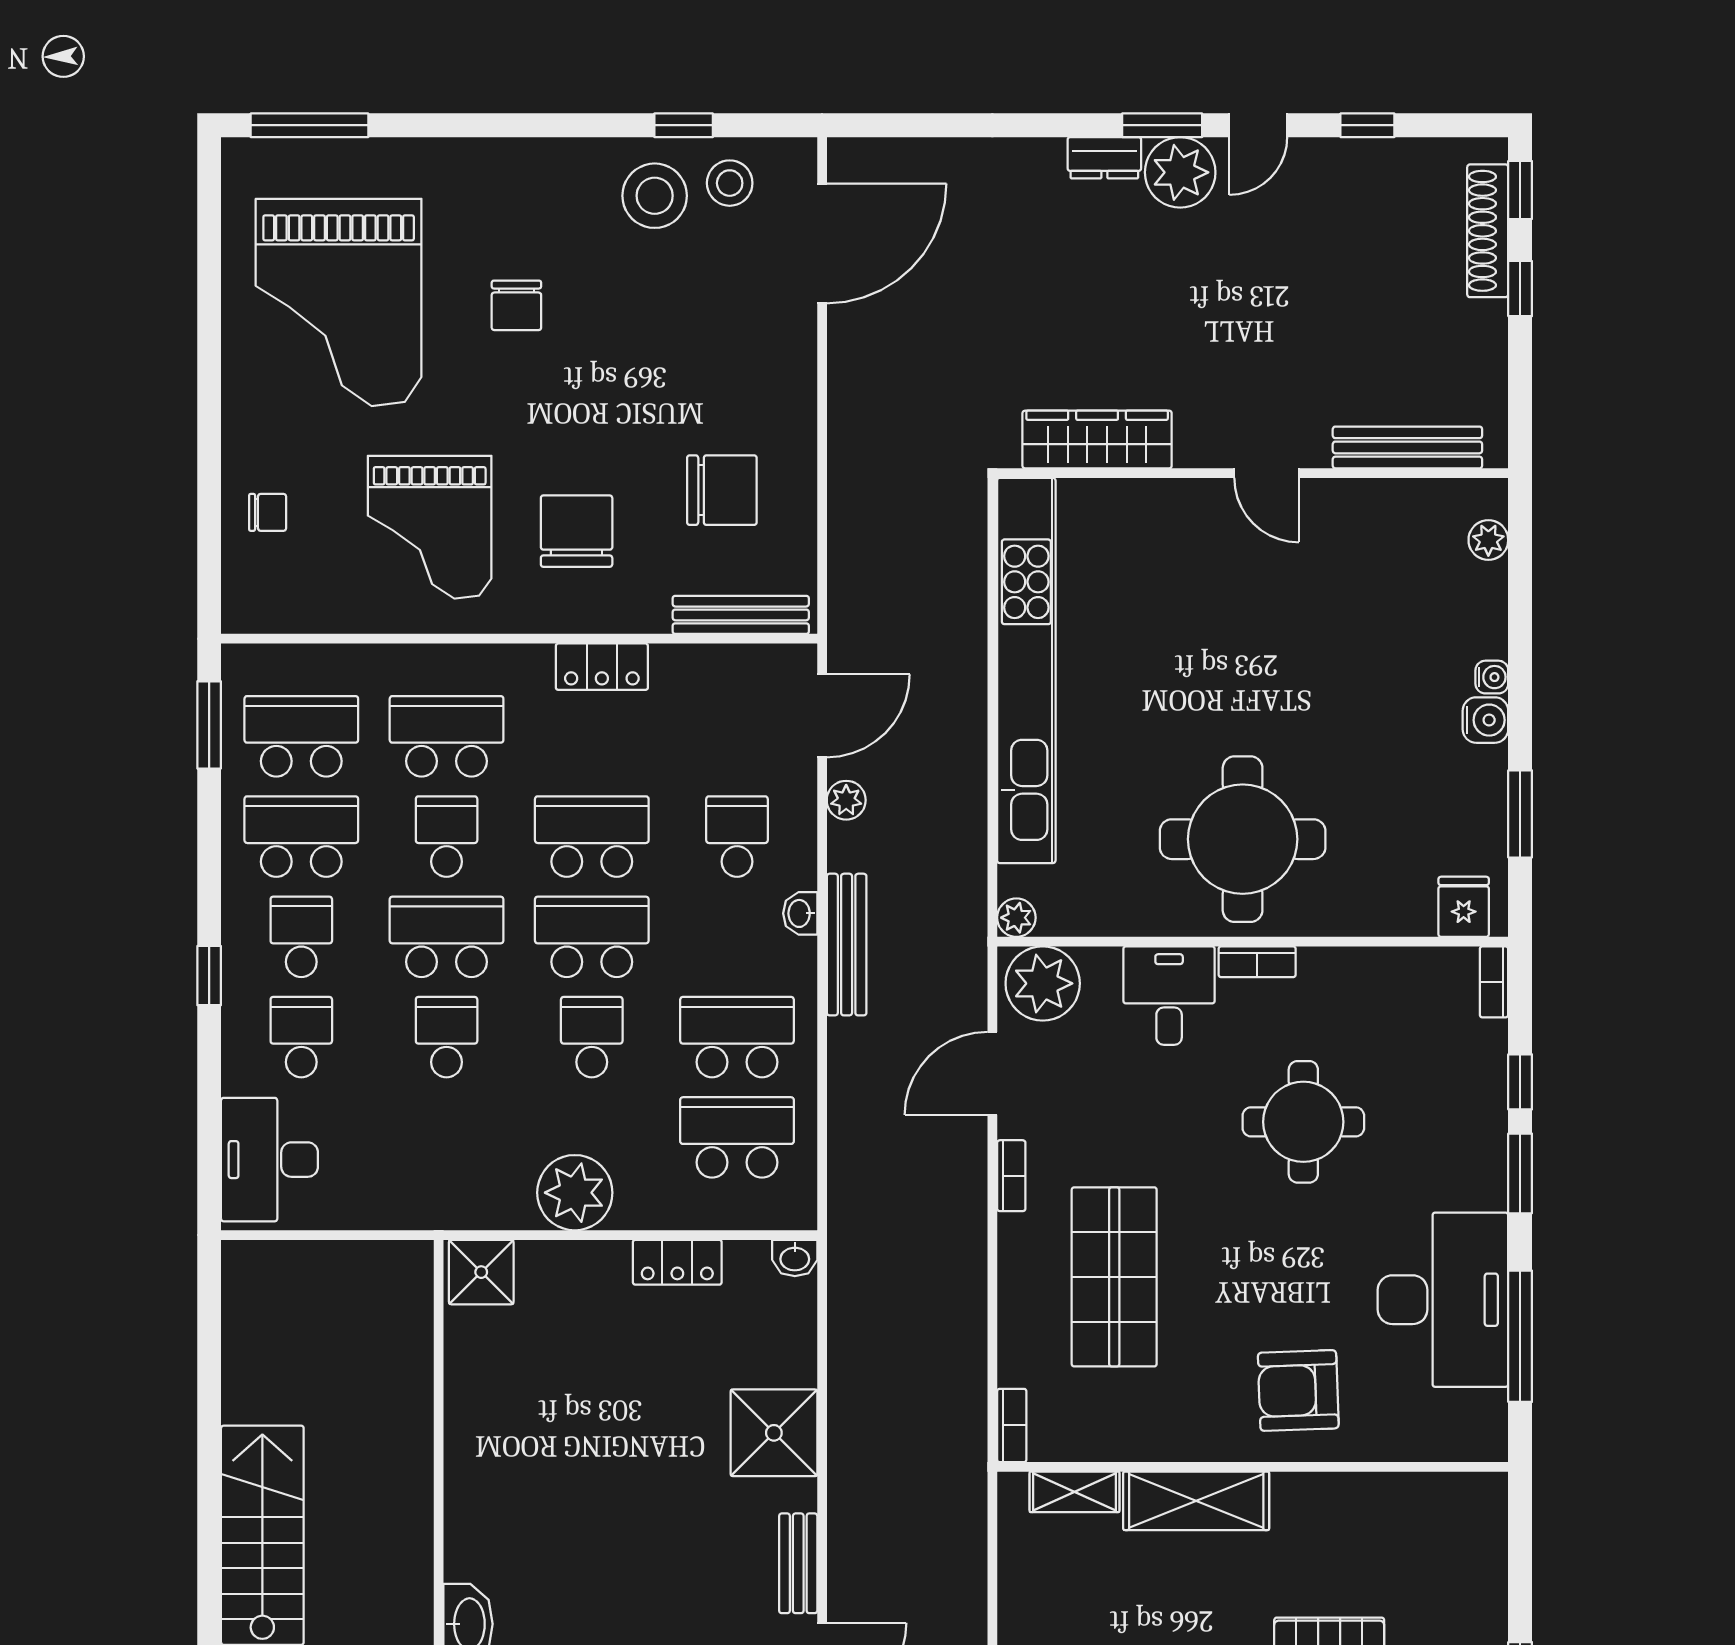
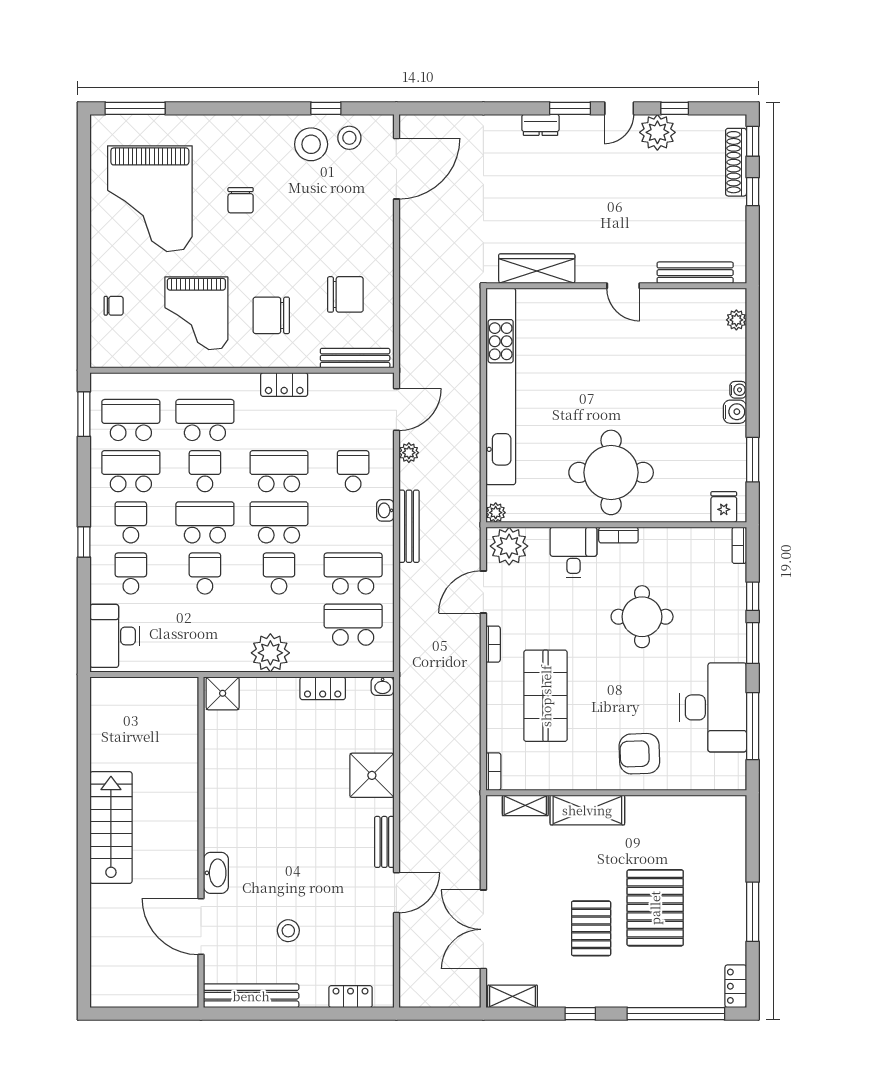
plant: (1180, 172) -> (657, 132), moved
chair: (577, 531) -> (271, 315), turned -90

